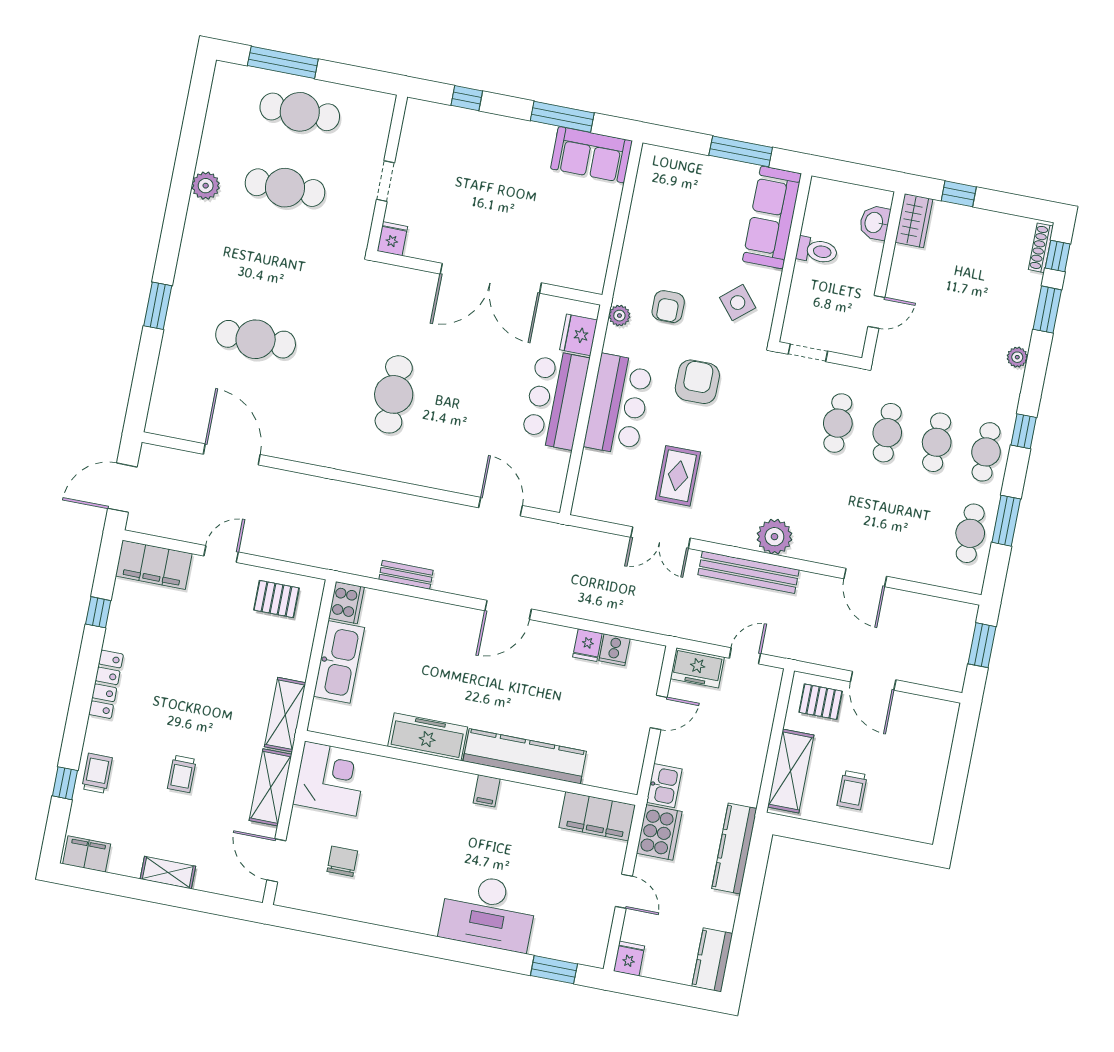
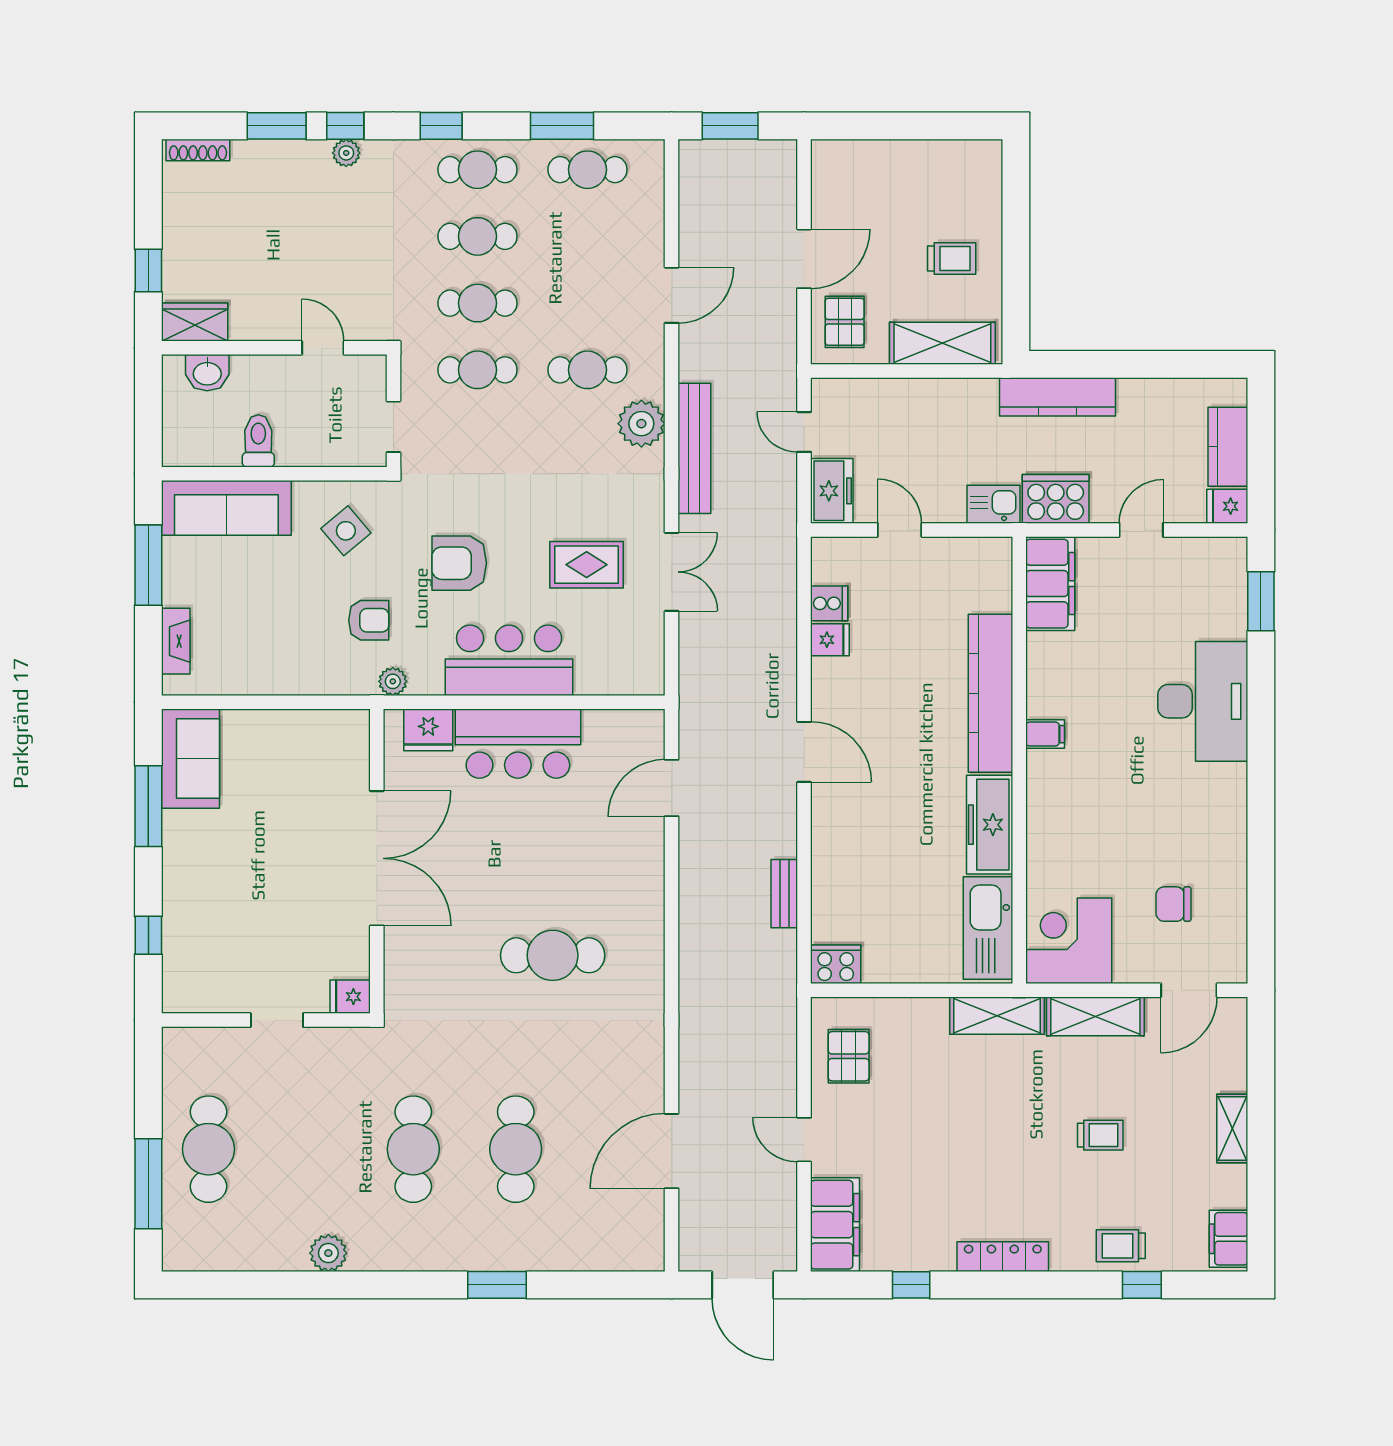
fireplace: (680, 161) -> (176, 641), added
cafe table: (285, 188) -> (413, 1149), moved
window: (1058, 256) -> (345, 126), moved
cafe table: (822, 505) -> (587, 370), added
kitchen sink: (339, 662) -> (988, 928), moved, turned -90
kitchen counter: (712, 960) -> (1228, 447), moved, turned 90

